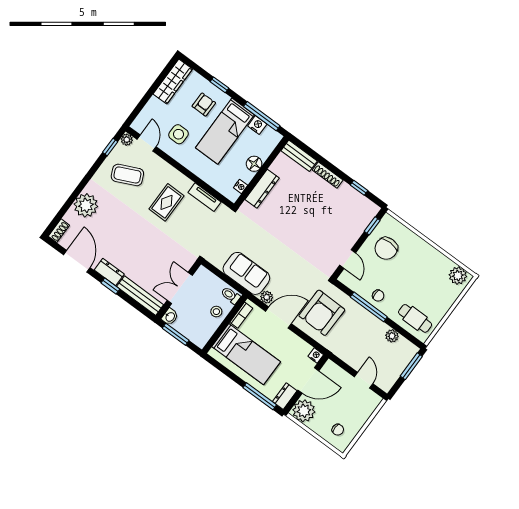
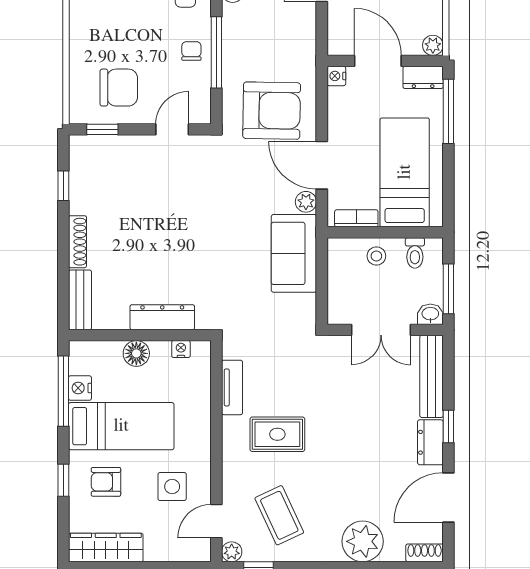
toilet: (231, 295) -> (415, 253), moved
plant: (304, 411) -> (433, 45), width x0.53, depth x0.53

